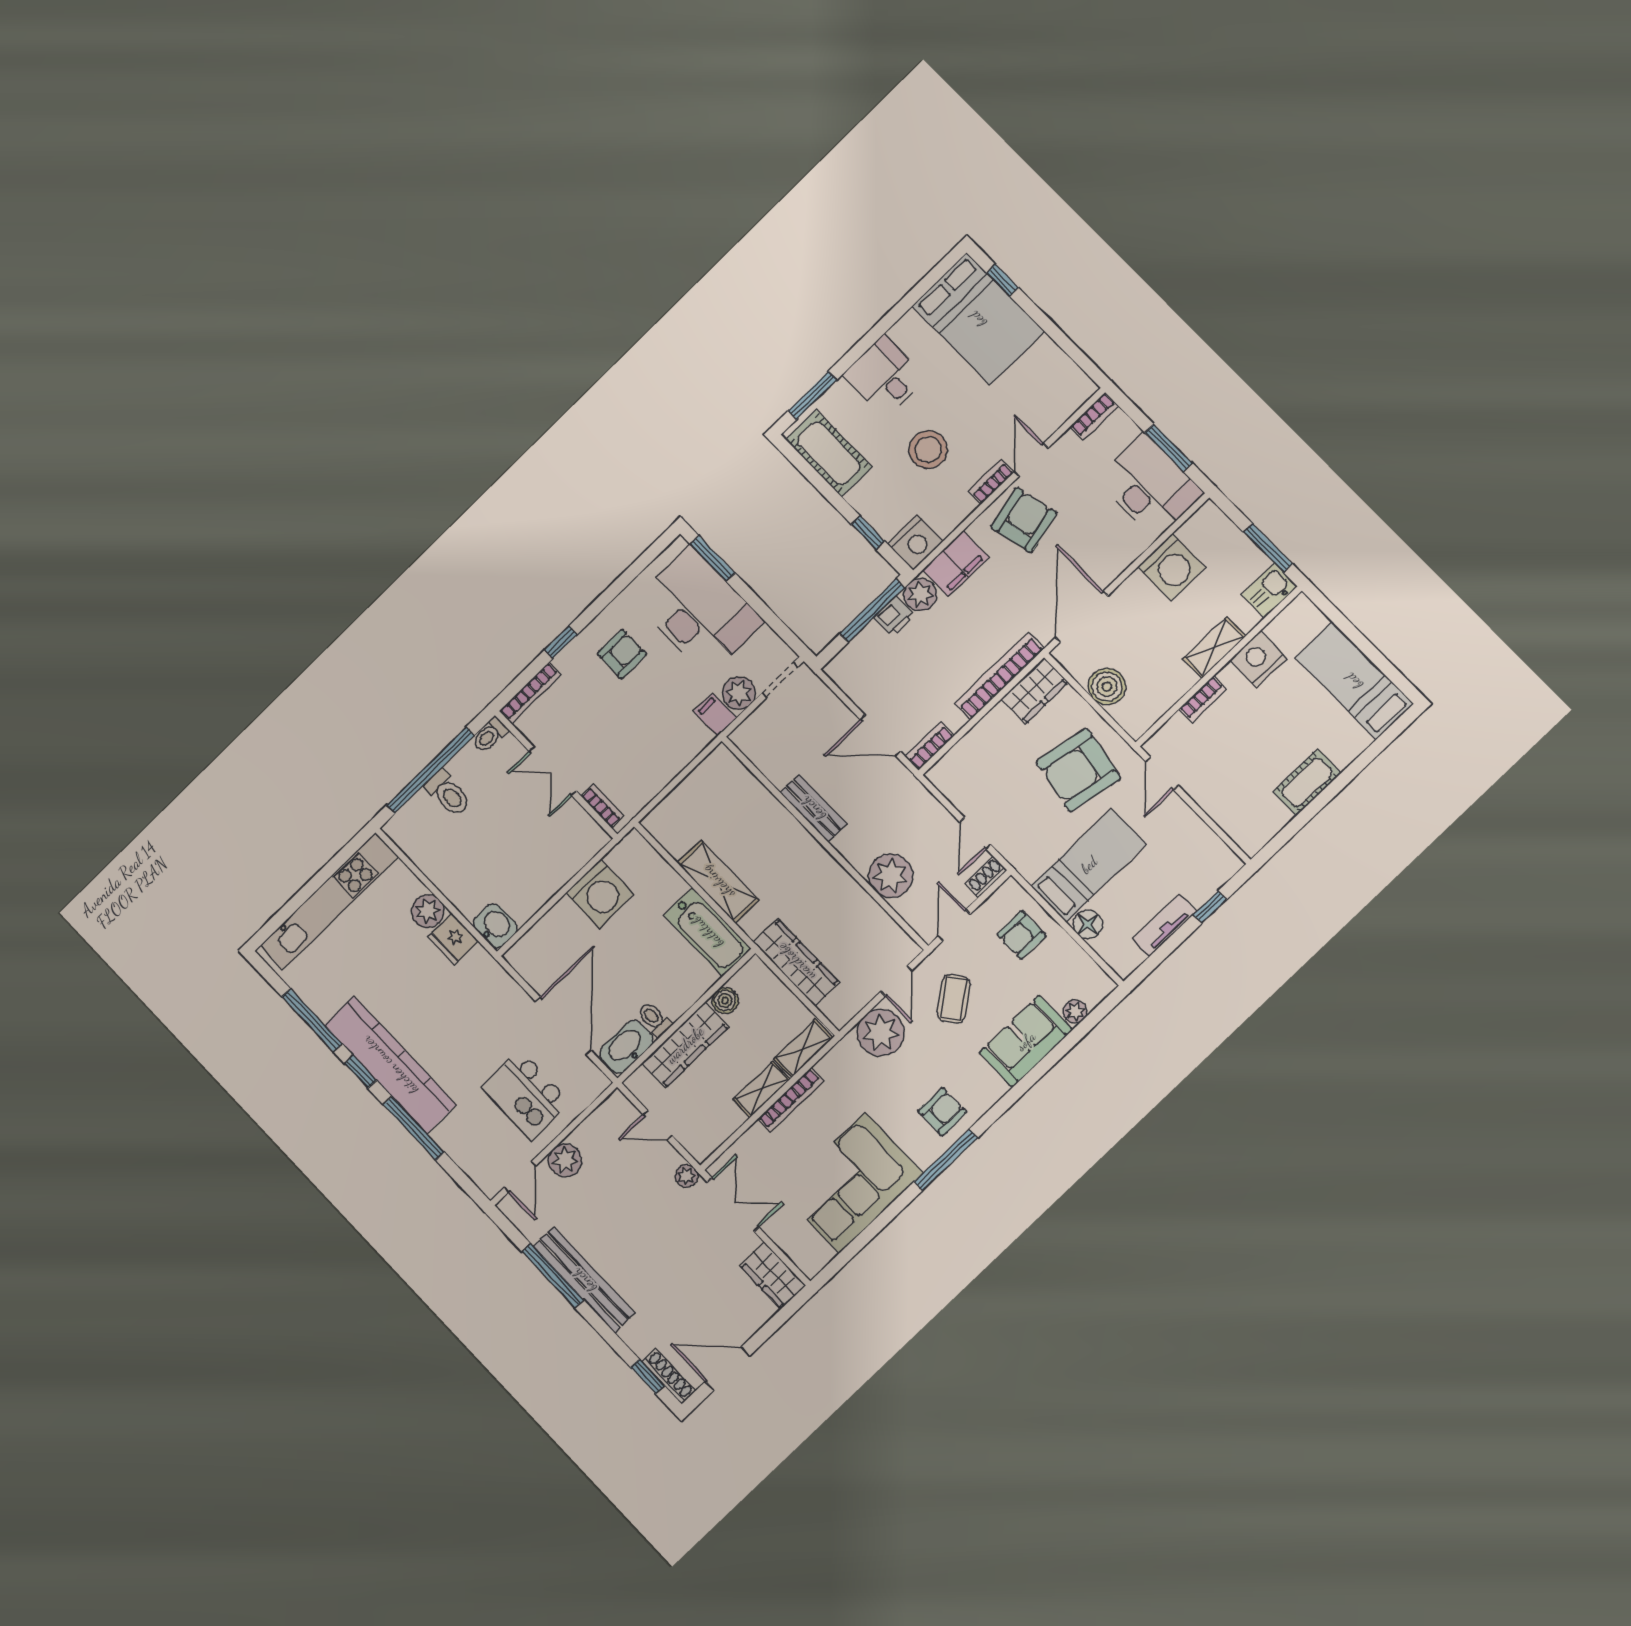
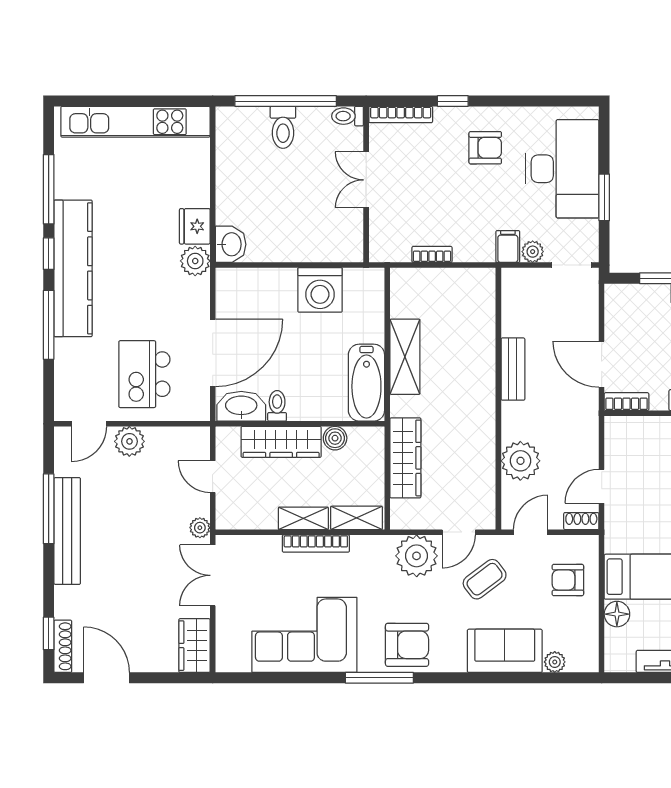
window: (713, 559) -> (604, 197), moved
plant: (739, 693) -> (533, 252), width x0.73, depth x0.73
bookcase: (602, 806) -> (432, 254), moved, turned -90
plant: (428, 911) -> (195, 261), moved
armchair: (942, 1112) -> (407, 645), width x1.38, depth x1.38
double door: (733, 1205) -> (213, 575), swing flipped

